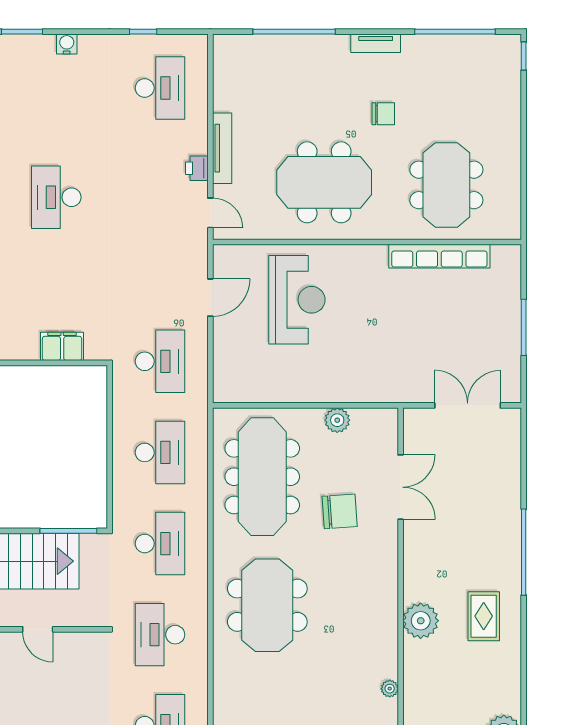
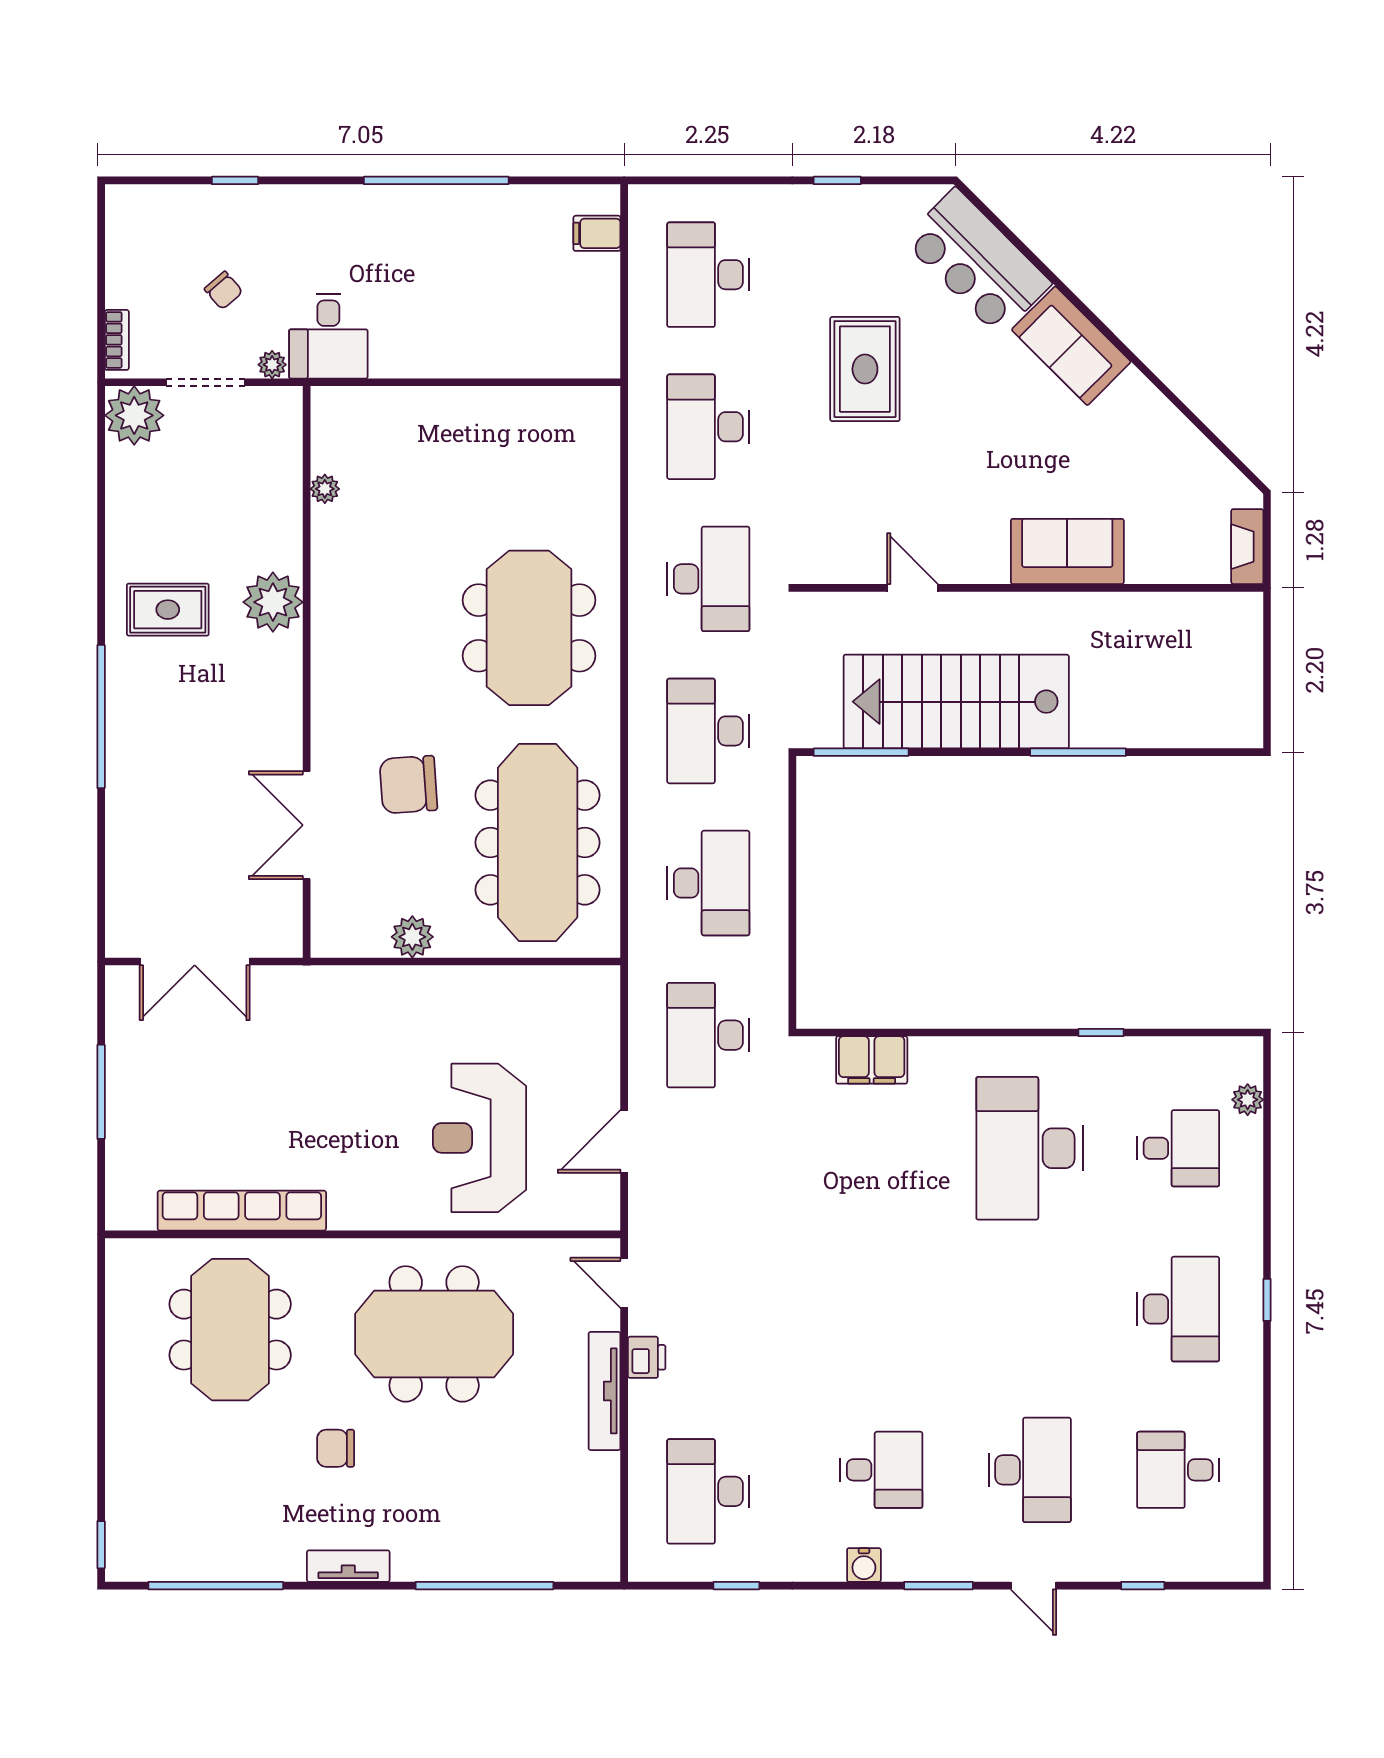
desk: (56, 197) -> (881, 1470), moved, width x0.73
desk: (160, 452) -> (708, 883), turned 180
rug: (484, 616) -> (168, 610), turned 90

